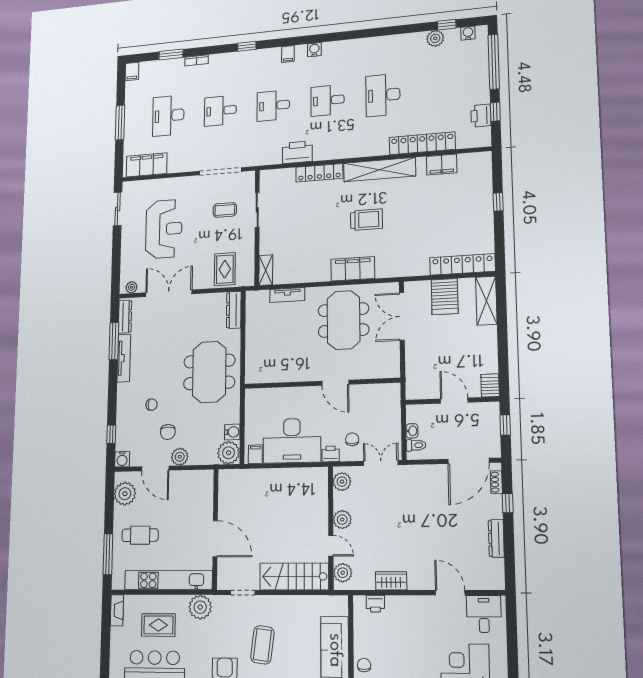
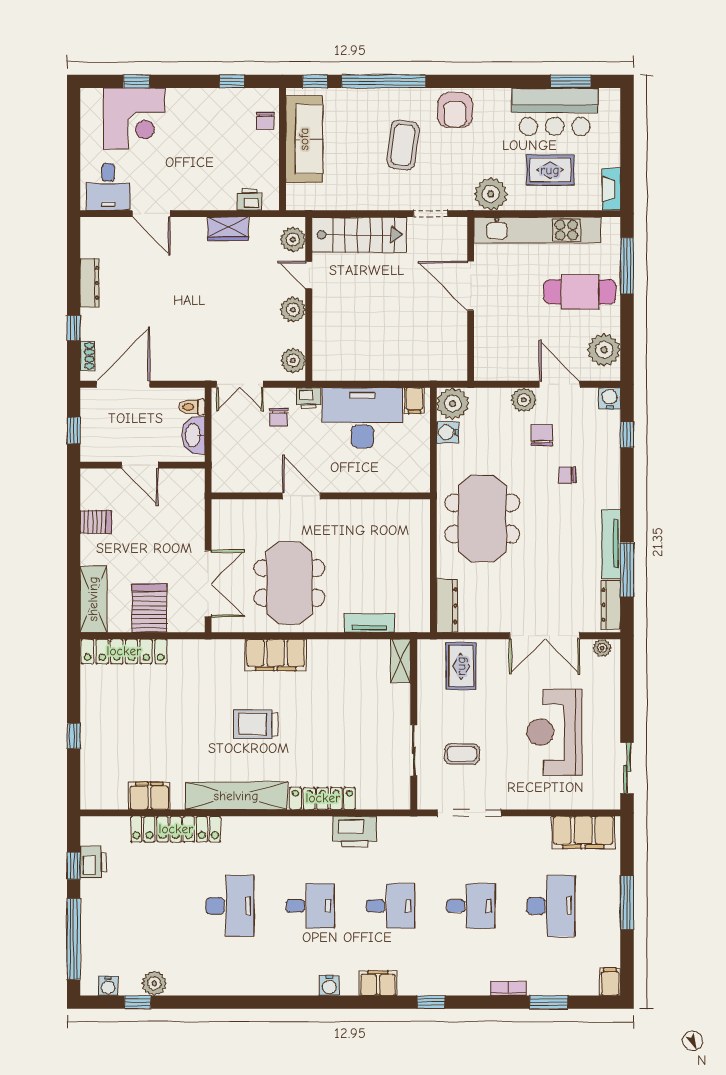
filing cabinet: (288, 54) -> (378, 983), width x2.00
server rack: (490, 385) -> (96, 522), moved, turned -90
washbasin: (412, 431) -> (194, 435), width x1.91, depth x1.45
cafe table: (140, 535) -> (580, 292), width x1.37, depth x1.35

